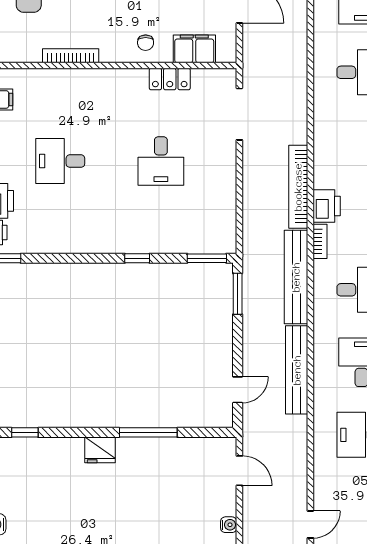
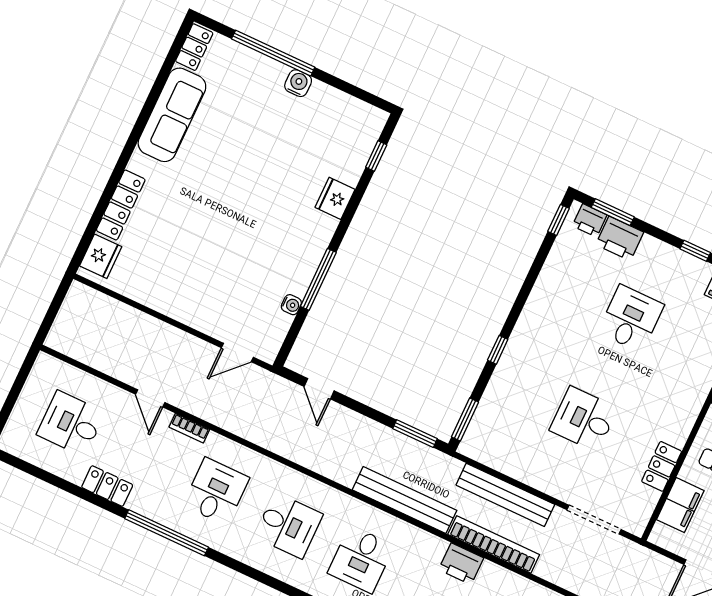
bookcase: (320, 241) -> (189, 428), moved
bench: (297, 370) -> (505, 495), moved
fridge: (100, 450) -> (335, 198), moved
water cooler: (229, 525) -> (291, 305), moved, turned -90

